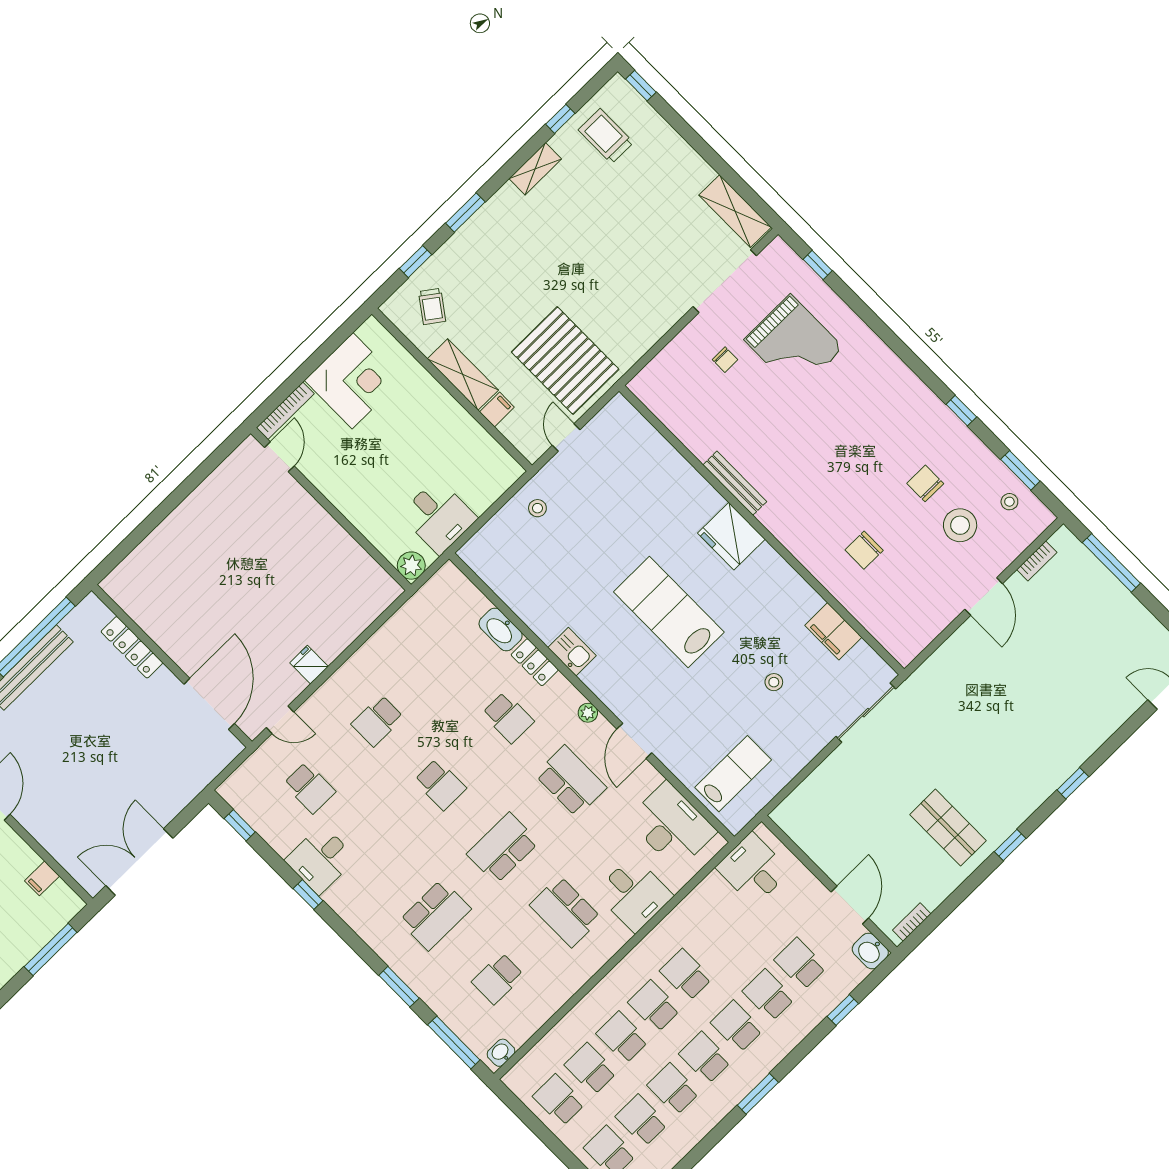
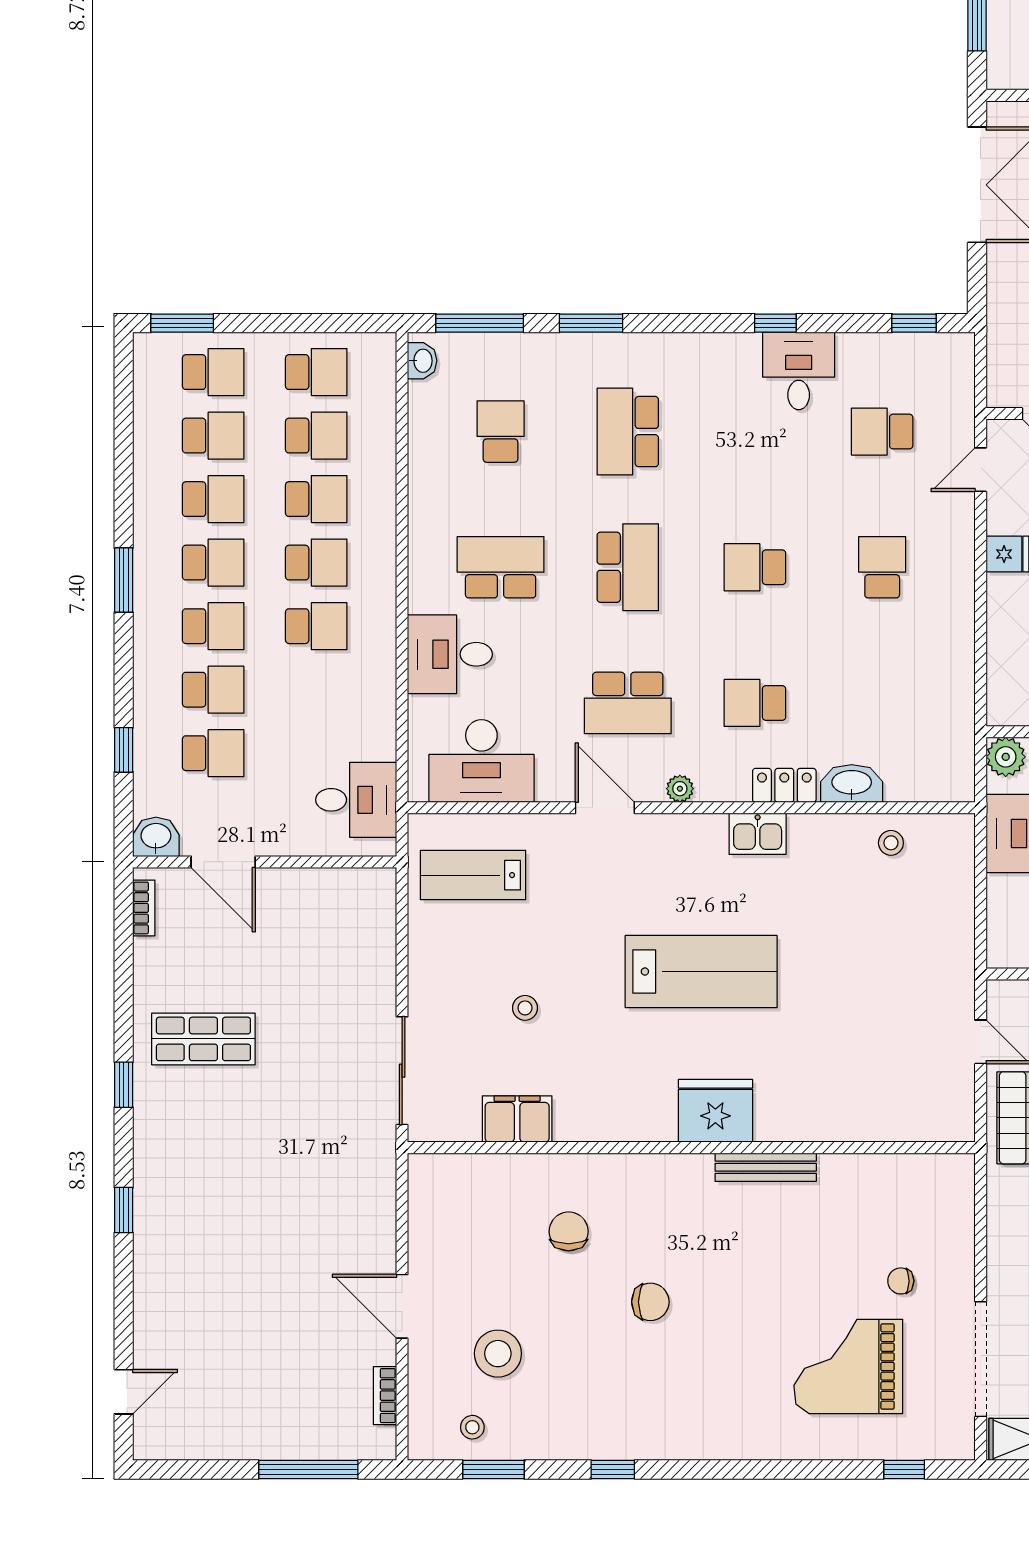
chair: (925, 483) -> (650, 1302), moved
stool: (537, 508) -> (891, 843), moved
lab bench: (733, 774) -> (473, 875), turned 90

